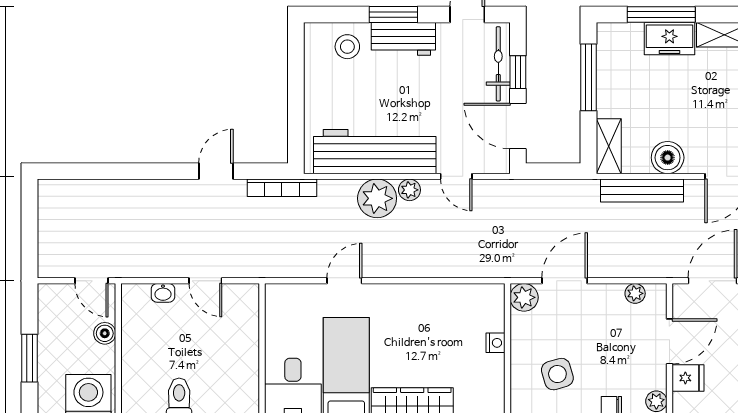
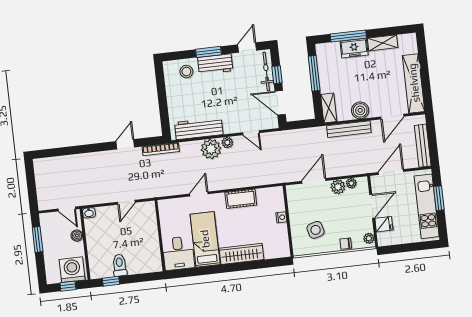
workbench: (375, 152) -> (199, 128), width x0.73, depth x0.76
door: (205, 281) -> (126, 202), hinge flipped
washbasin: (163, 293) -> (89, 213), moved
plant: (524, 297) -> (338, 187), moved
cot: (423, 299) -> (241, 199), added
window: (29, 358) -> (38, 239), moved

